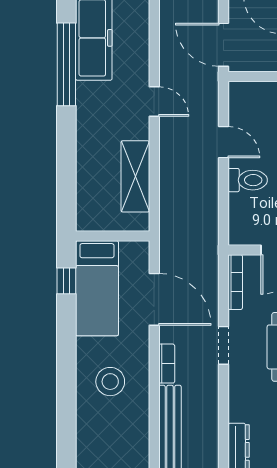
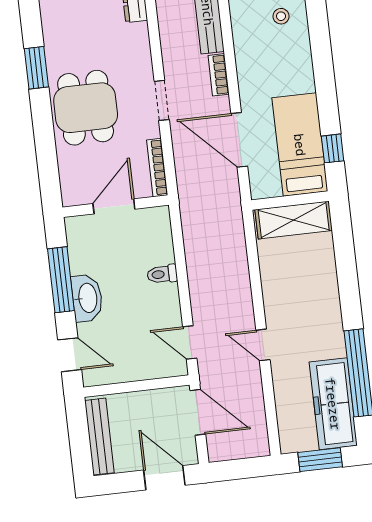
door: (224, 142) -> (190, 342), moved
shelving: (135, 176) -> (294, 220), moved, turned 90
toilet: (248, 180) -> (162, 274), width x0.73, depth x0.72
stool: (110, 382) -> (281, 16), moved, width x0.53, depth x0.53

